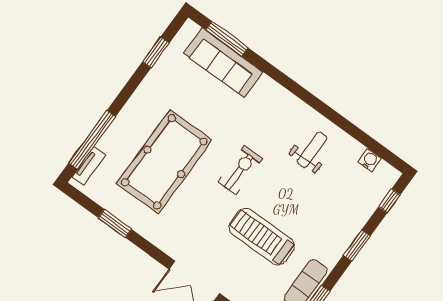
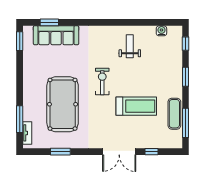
window: (227, 39) -> (49, 22), width x0.69
window: (156, 52) -> (20, 41), moved
window: (92, 140) -> (20, 119), width x0.68
treadmill: (262, 237) -> (136, 106), turned 180

